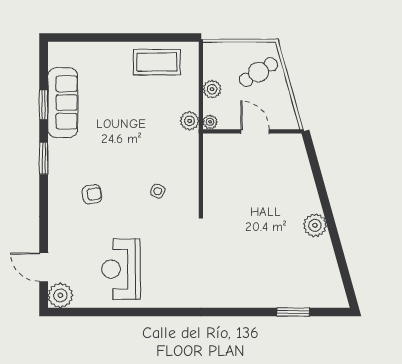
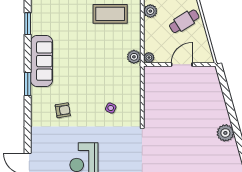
plant: (212, 89) -> (150, 11), moved
sofa: (63, 102) -> (42, 61), moved
window: (44, 105) -> (28, 24), moved
door: (255, 131) -> (182, 65), hinge flipped

